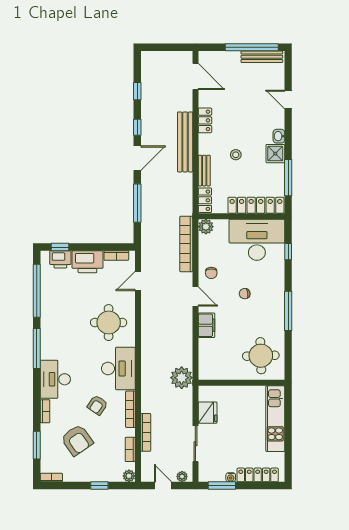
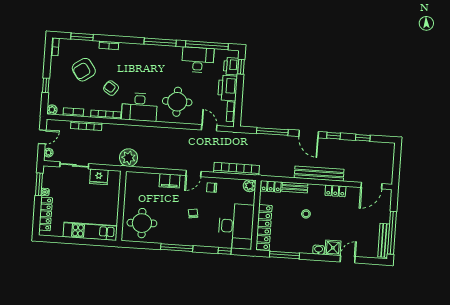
shower: (275, 154) -> (333, 248), moved
desk: (55, 379) -> (198, 60), moved

